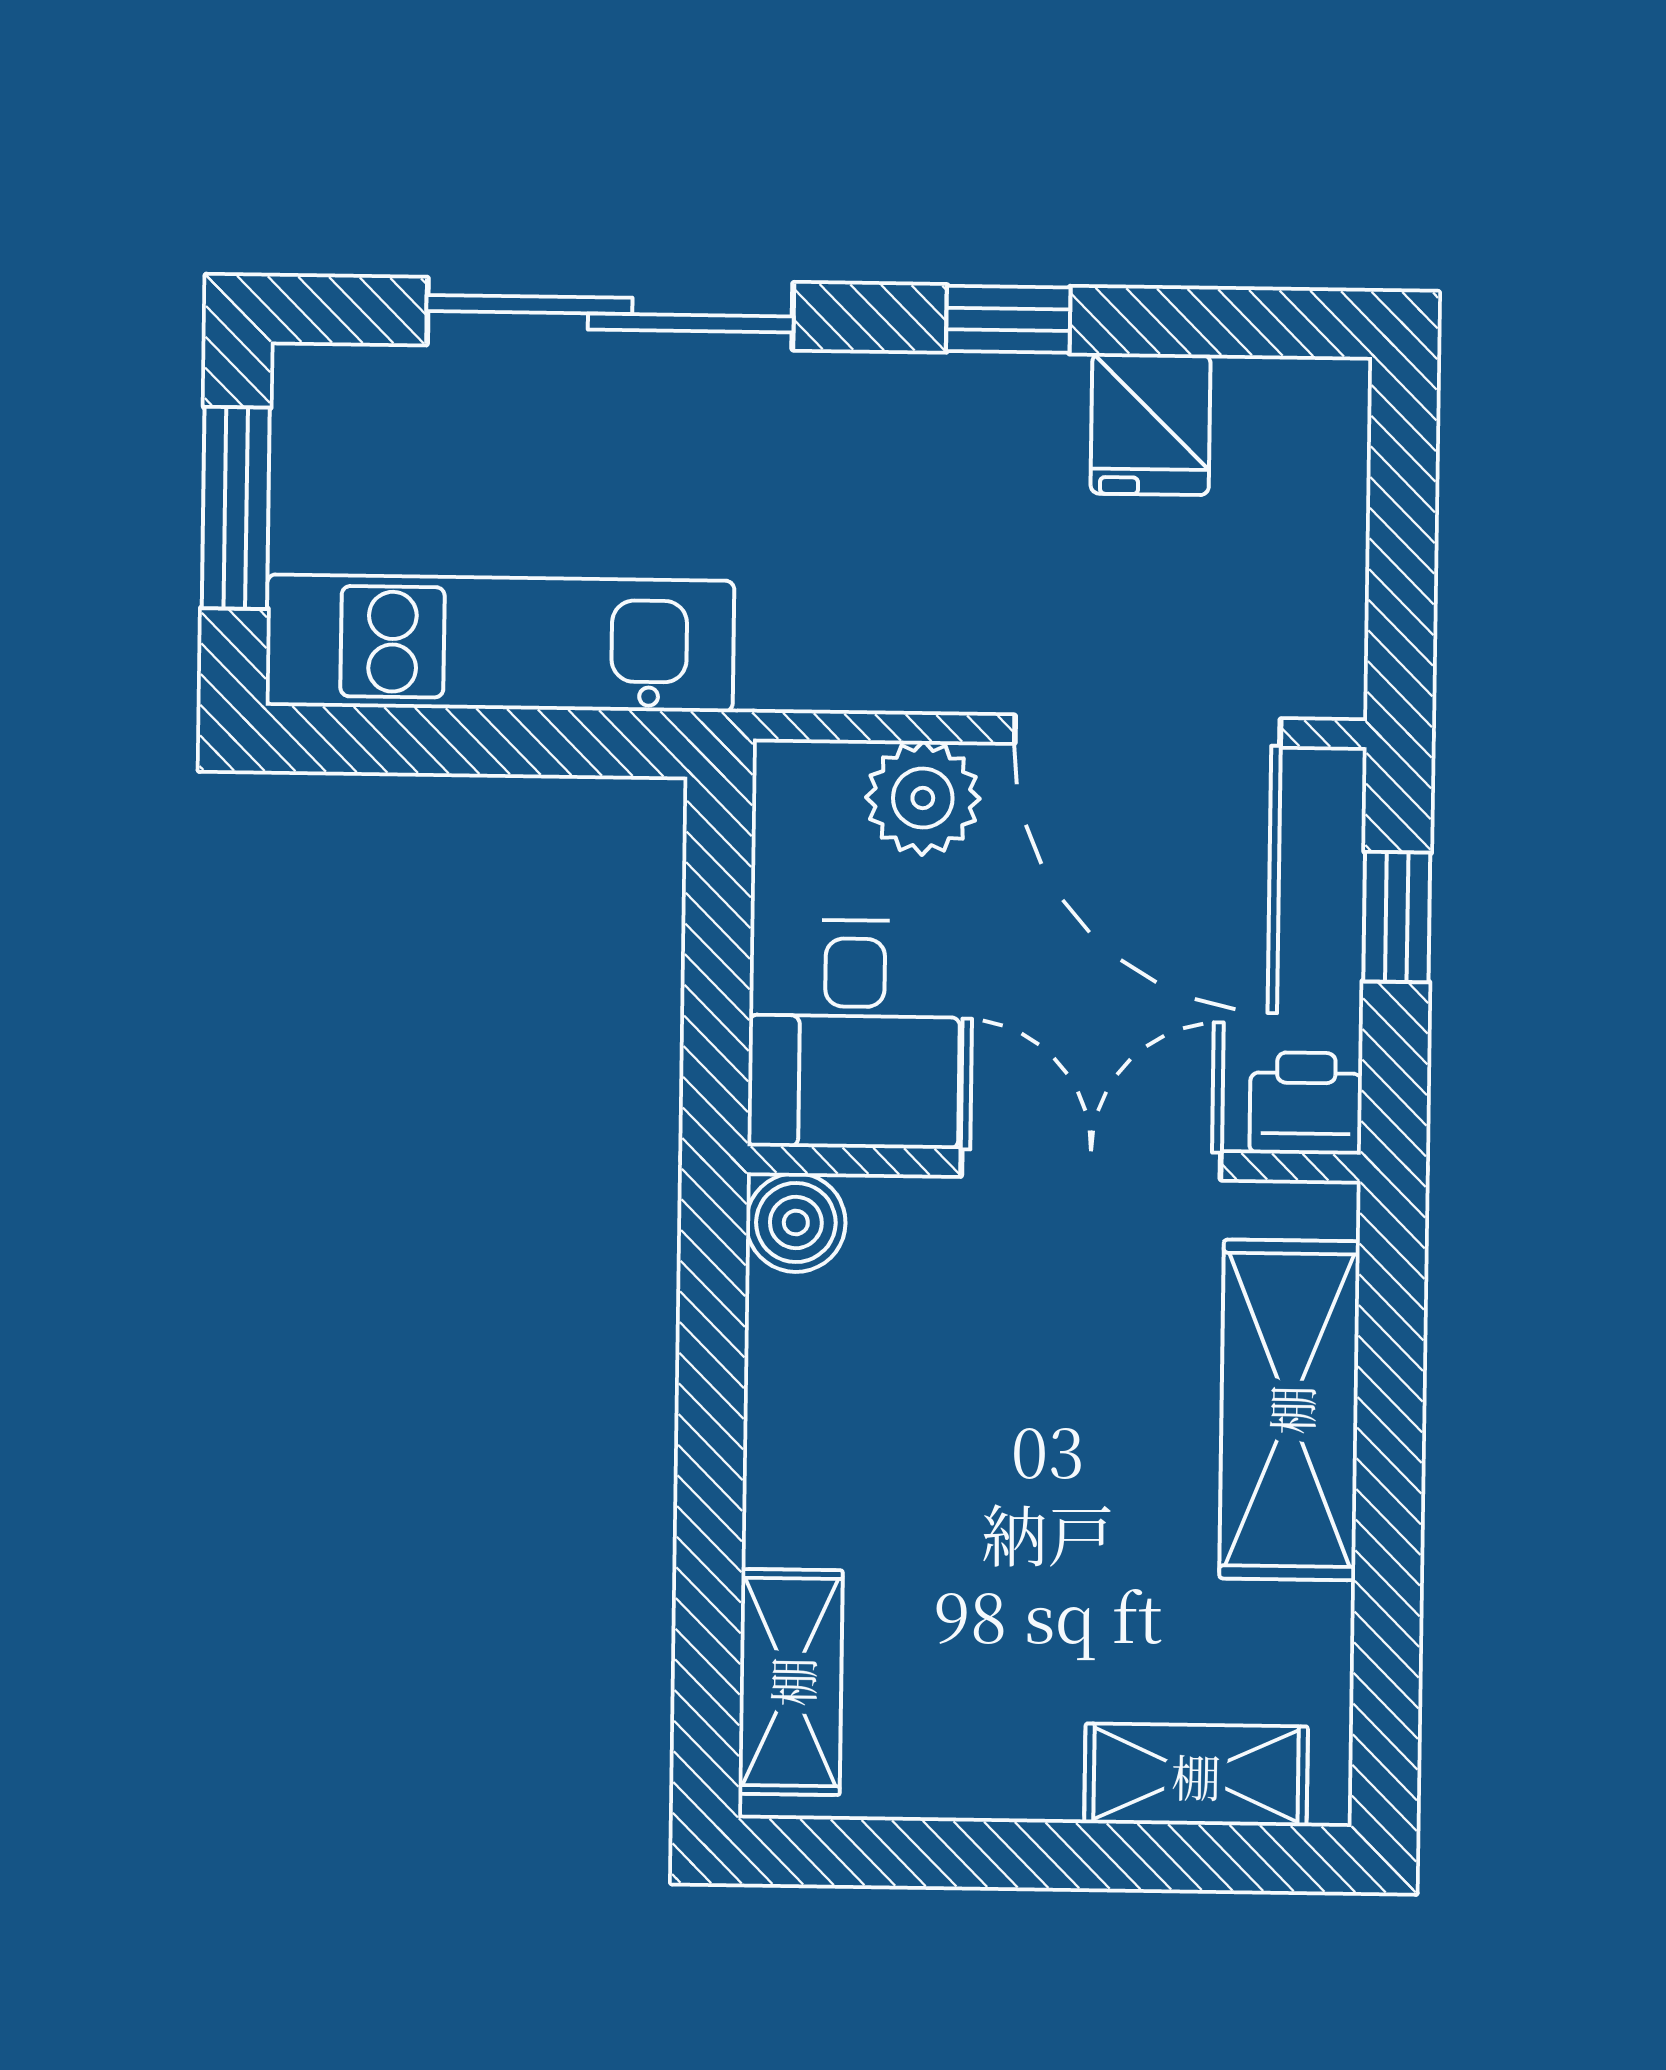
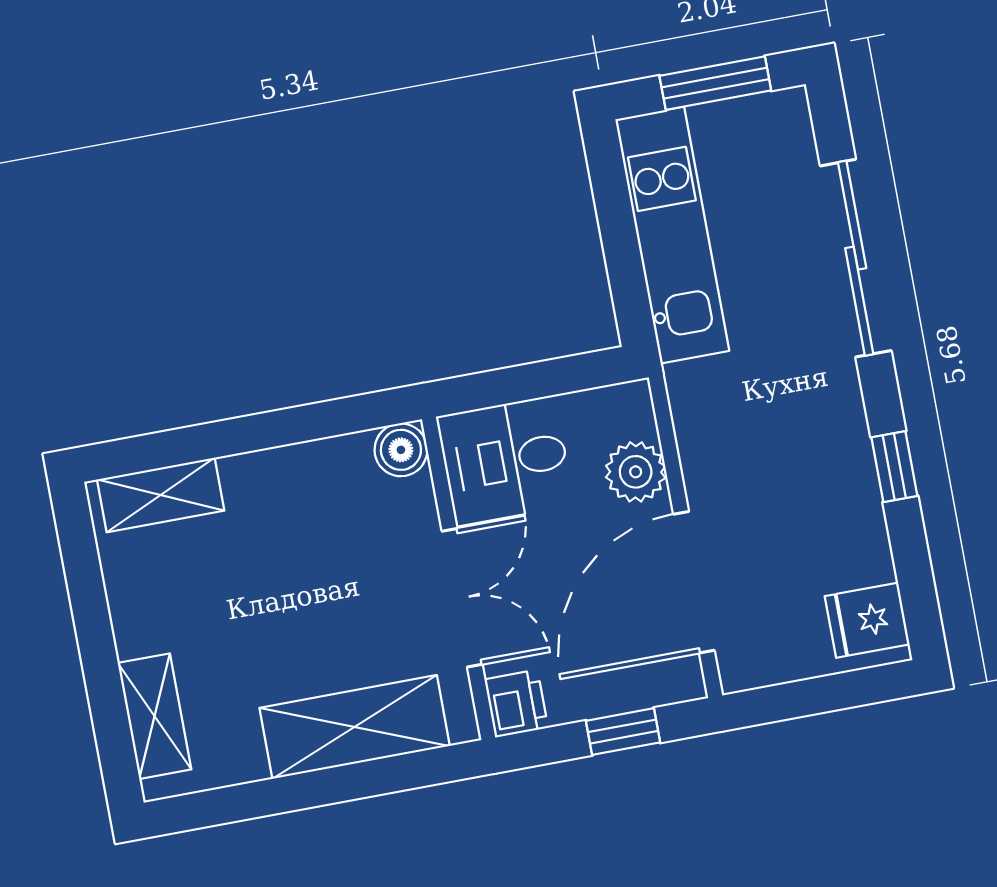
fridge: (1151, 424) -> (867, 620), moved

